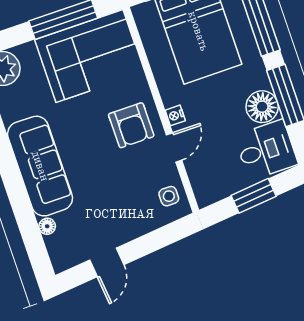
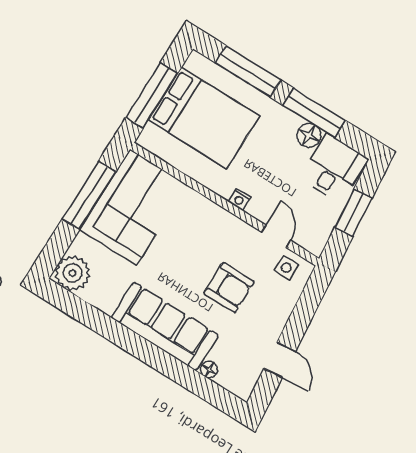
floor lamp: (262, 107) -> (309, 135), width x0.73, depth x0.73
armchair: (131, 125) -> (229, 288), moved
door: (174, 147) -> (276, 236), moved

